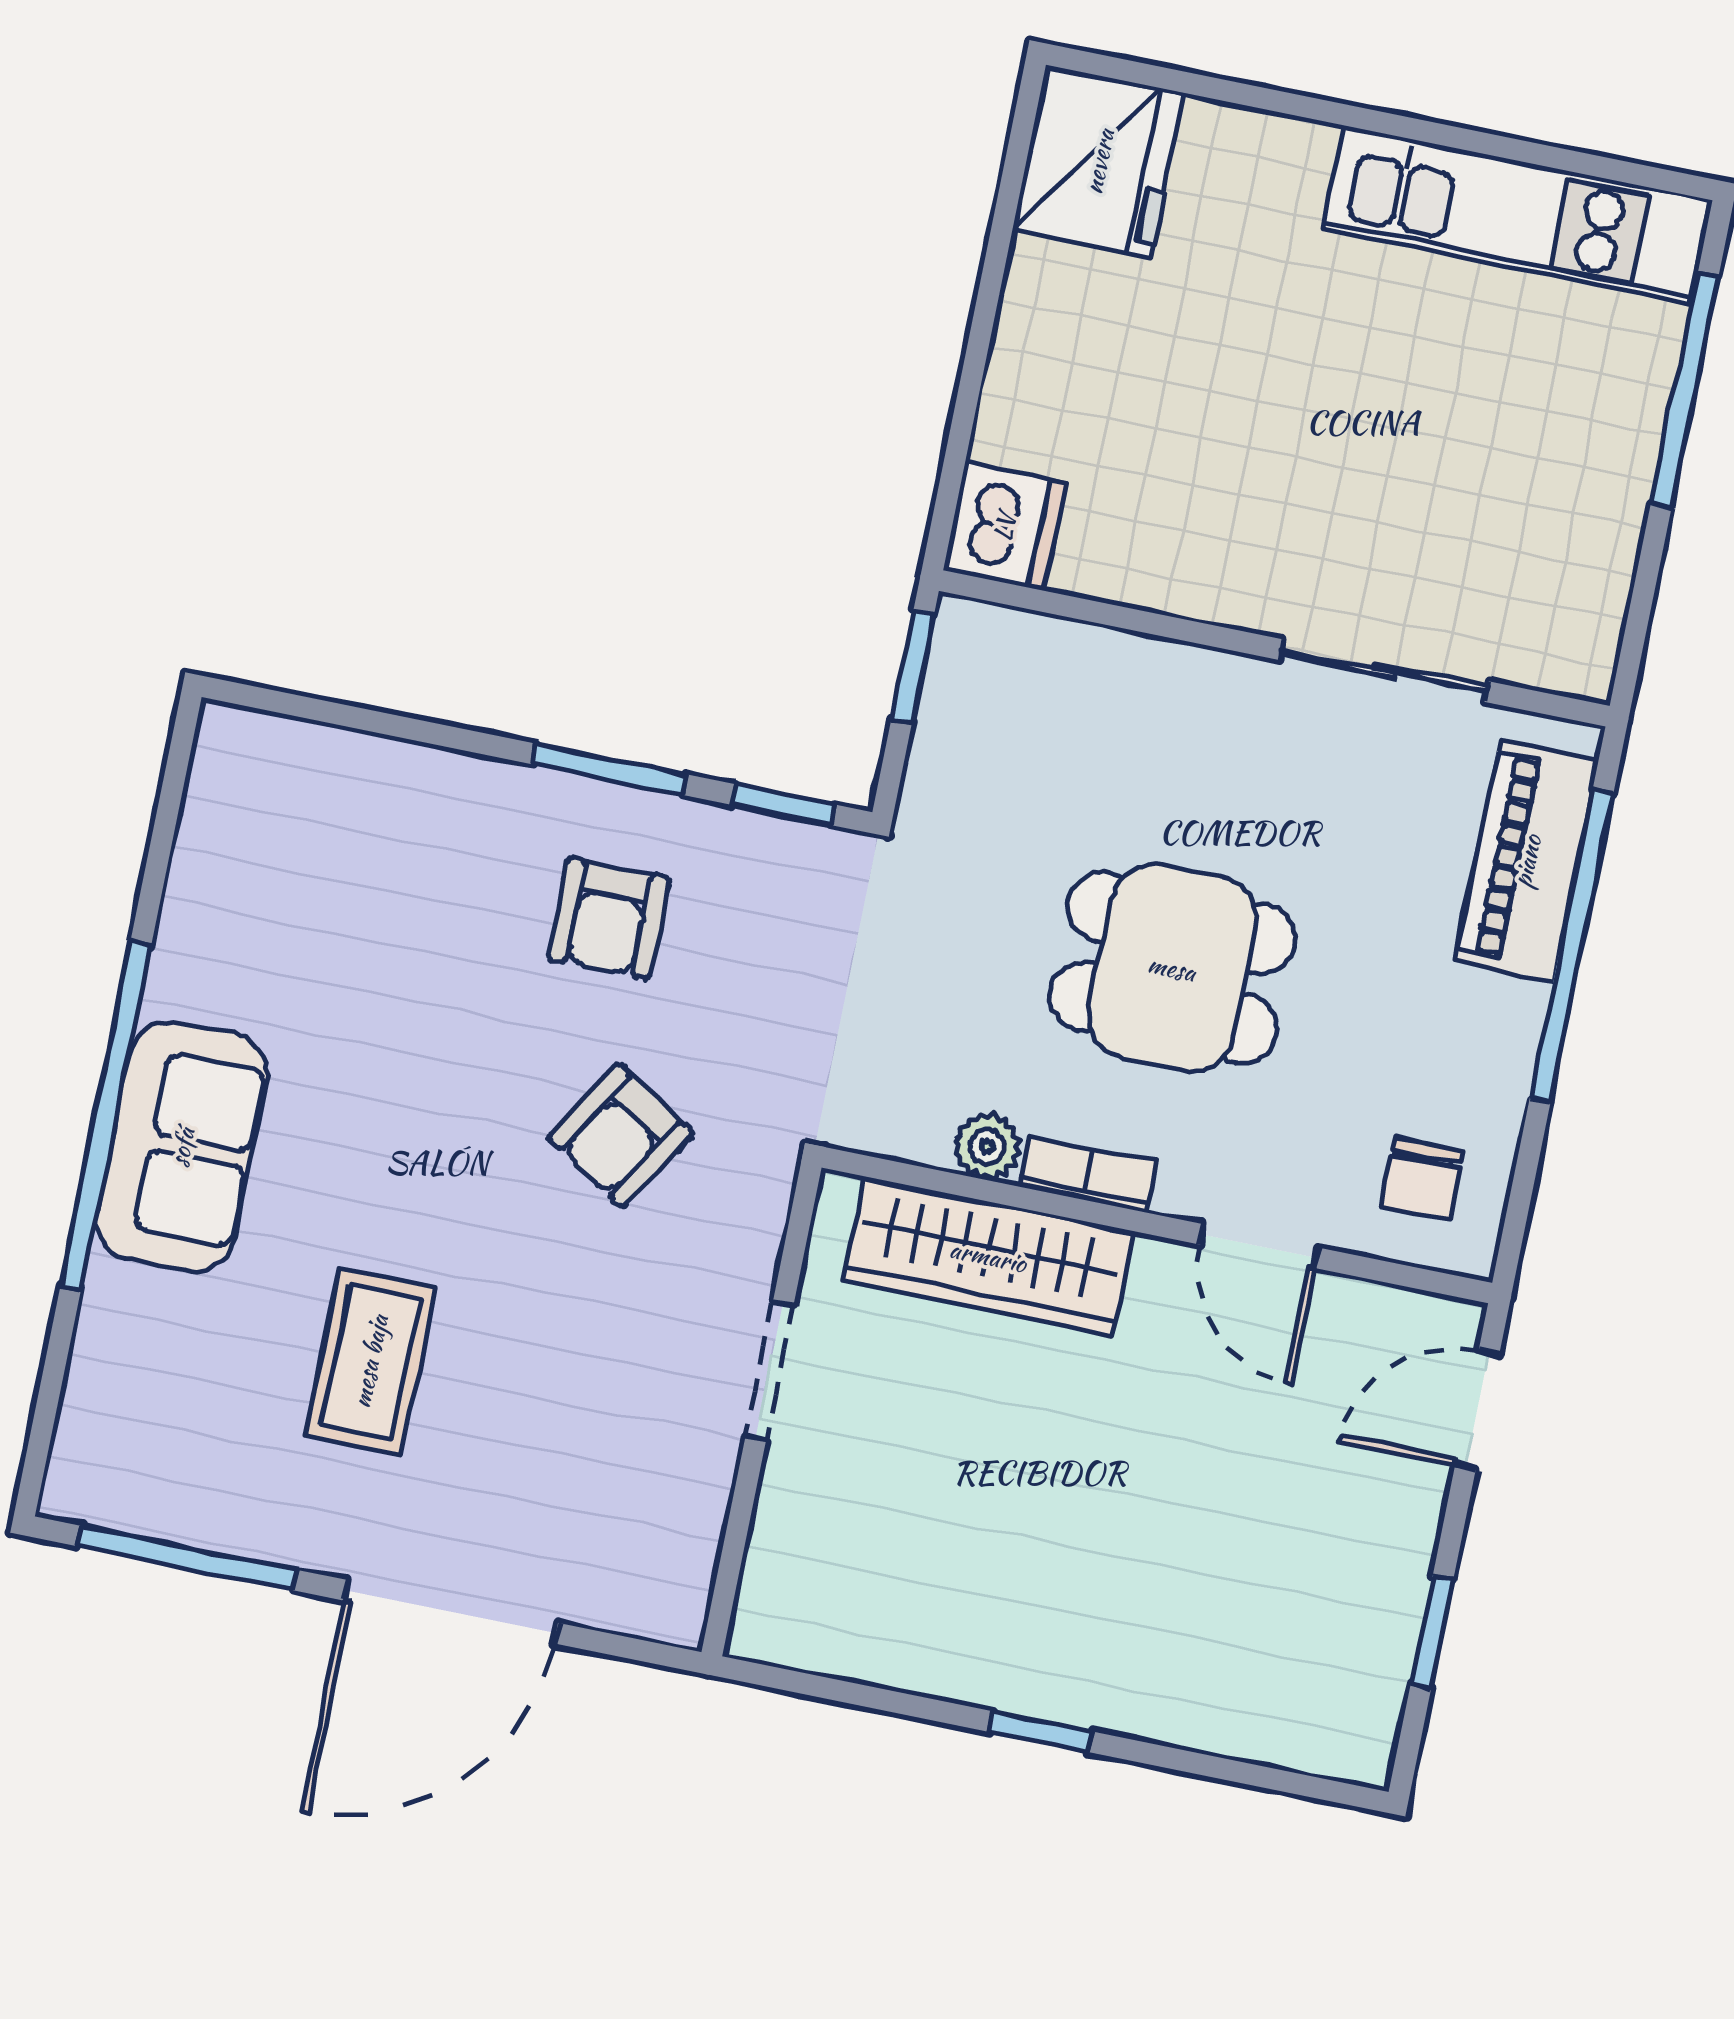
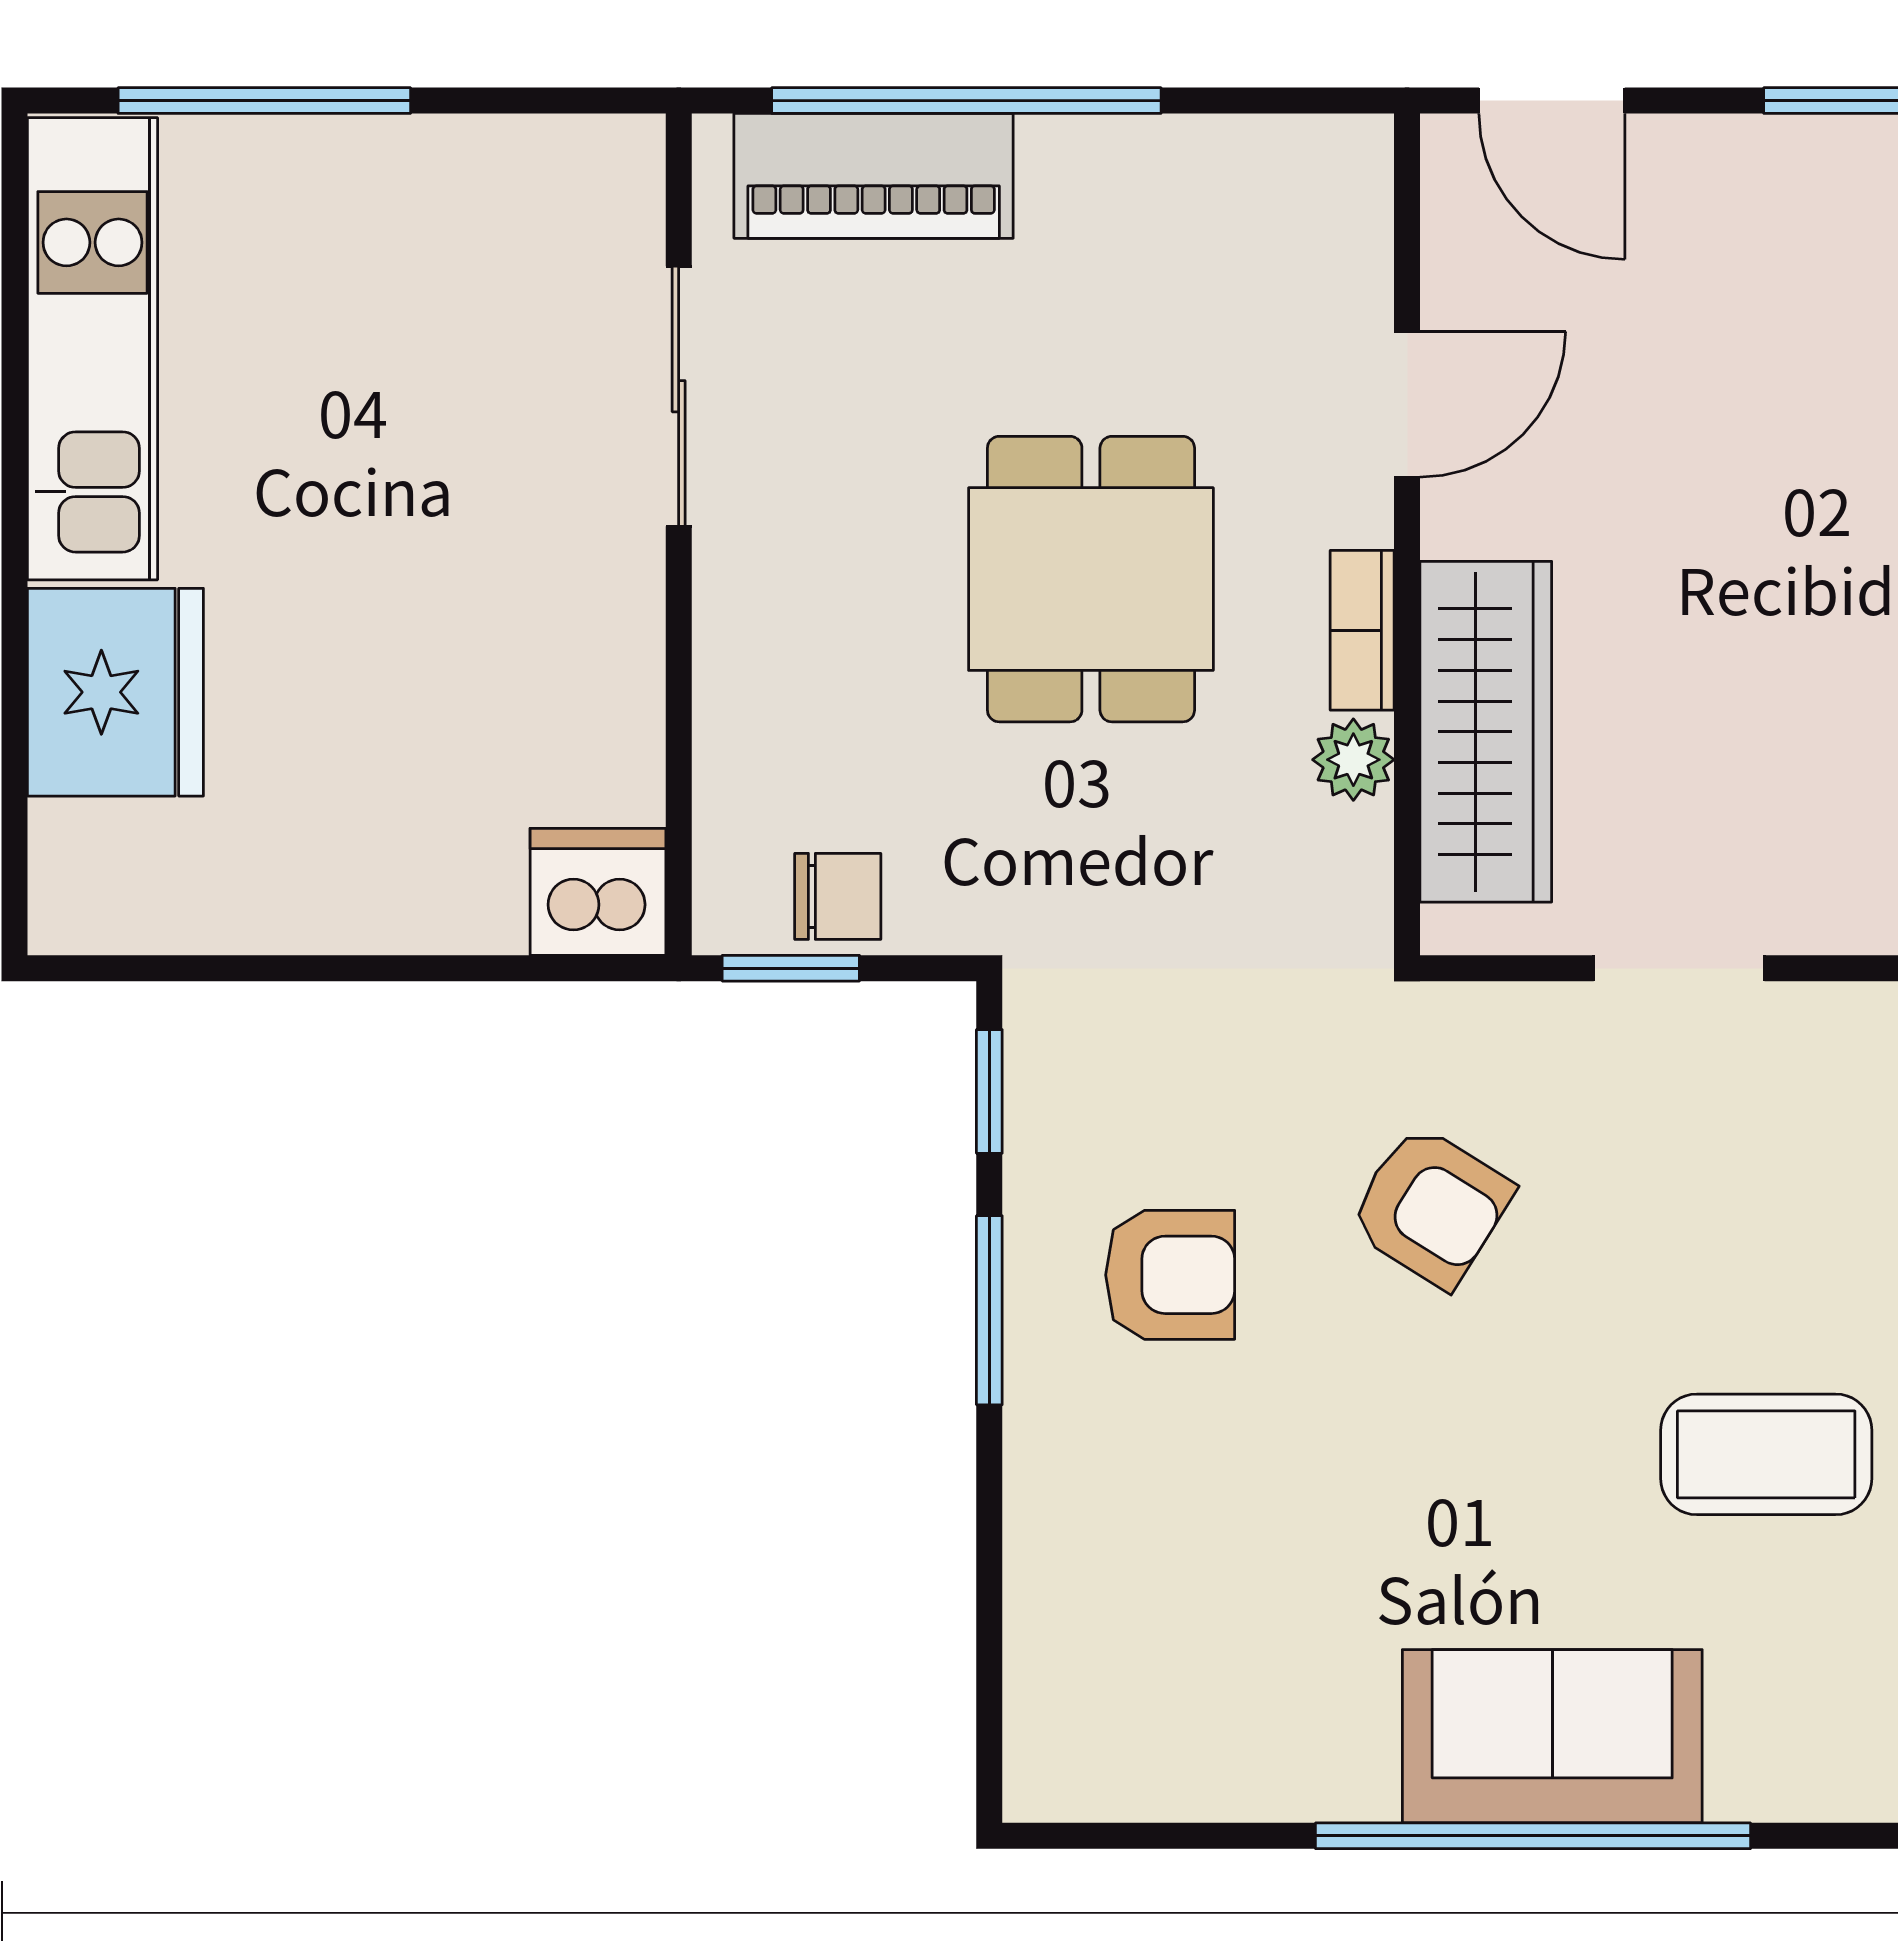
fridge: (1099, 161) -> (115, 692), moved, turned 90
chair: (1422, 1179) -> (838, 896), moved

